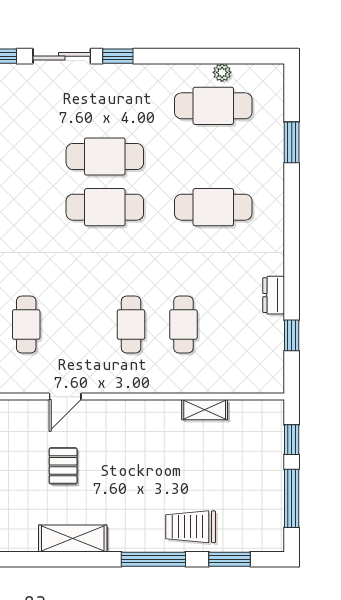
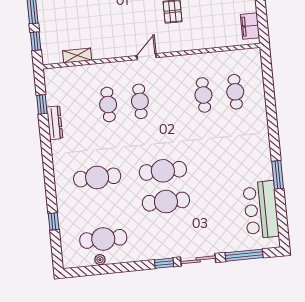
window: (292, 142) -> (54, 221), width x0.67
dresser: (274, 295) -> (55, 123), width x1.44
door: (65, 397) -> (147, 57), moved
shelving: (205, 410) -> (77, 55), moved

